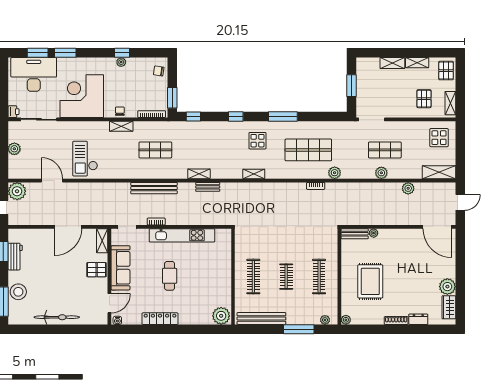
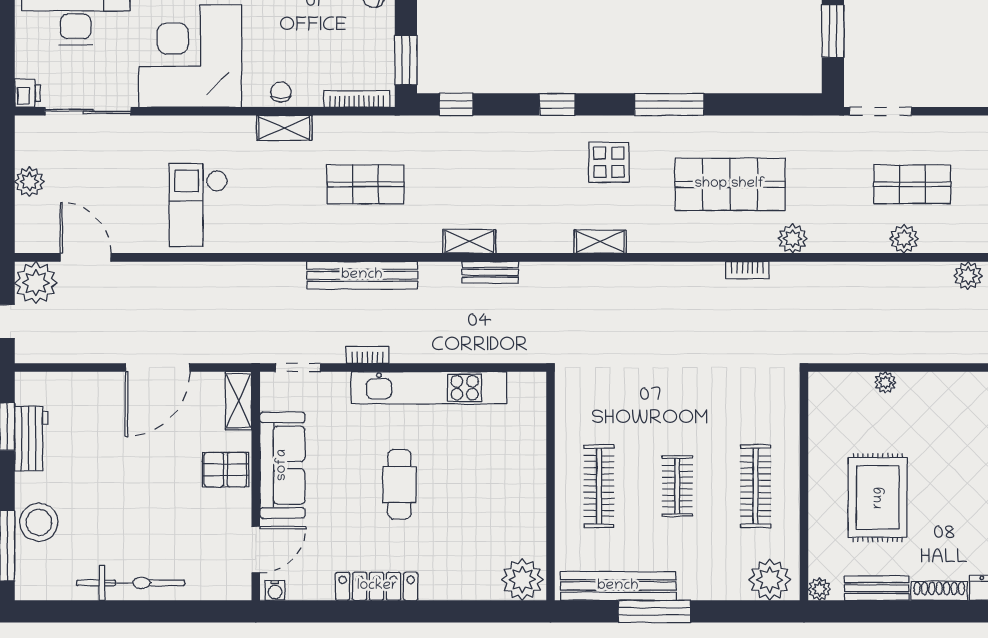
door: (52, 181) -> (86, 257), moved
bench: (355, 234) -> (877, 588), moved
plant: (325, 320) -> (770, 580), width x1.88, depth x1.88
window: (299, 329) -> (655, 611), moved

